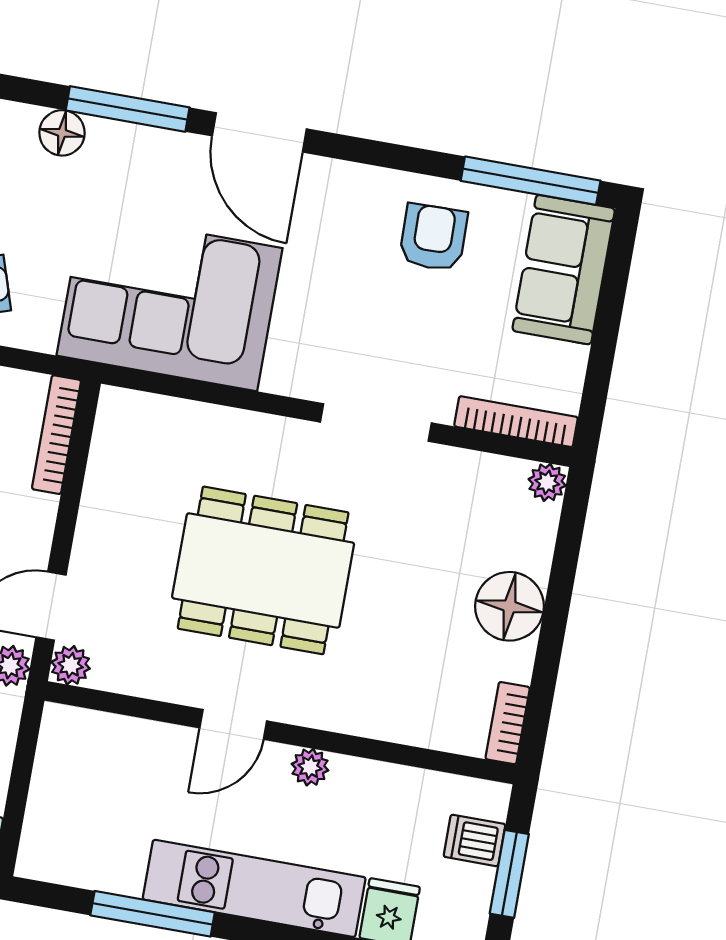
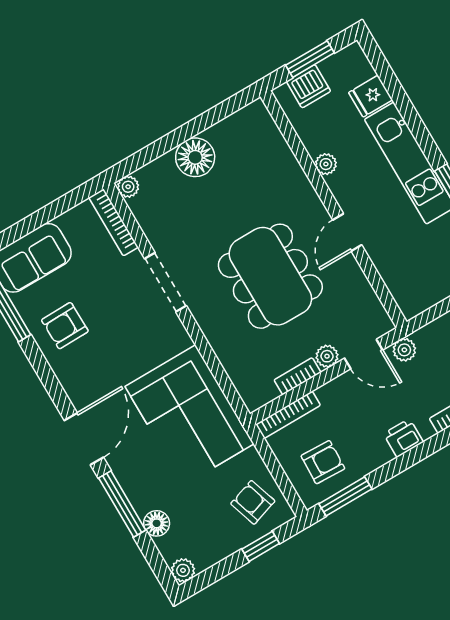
plant: (71, 665) -> (327, 356), moved
bookcase: (508, 723) -> (297, 376), moved, turned 180
door: (233, 724) -> (347, 232), swing flipped
plant: (310, 767) -> (326, 164), moved
dishwasher: (474, 840) -> (308, 86), width x1.38

